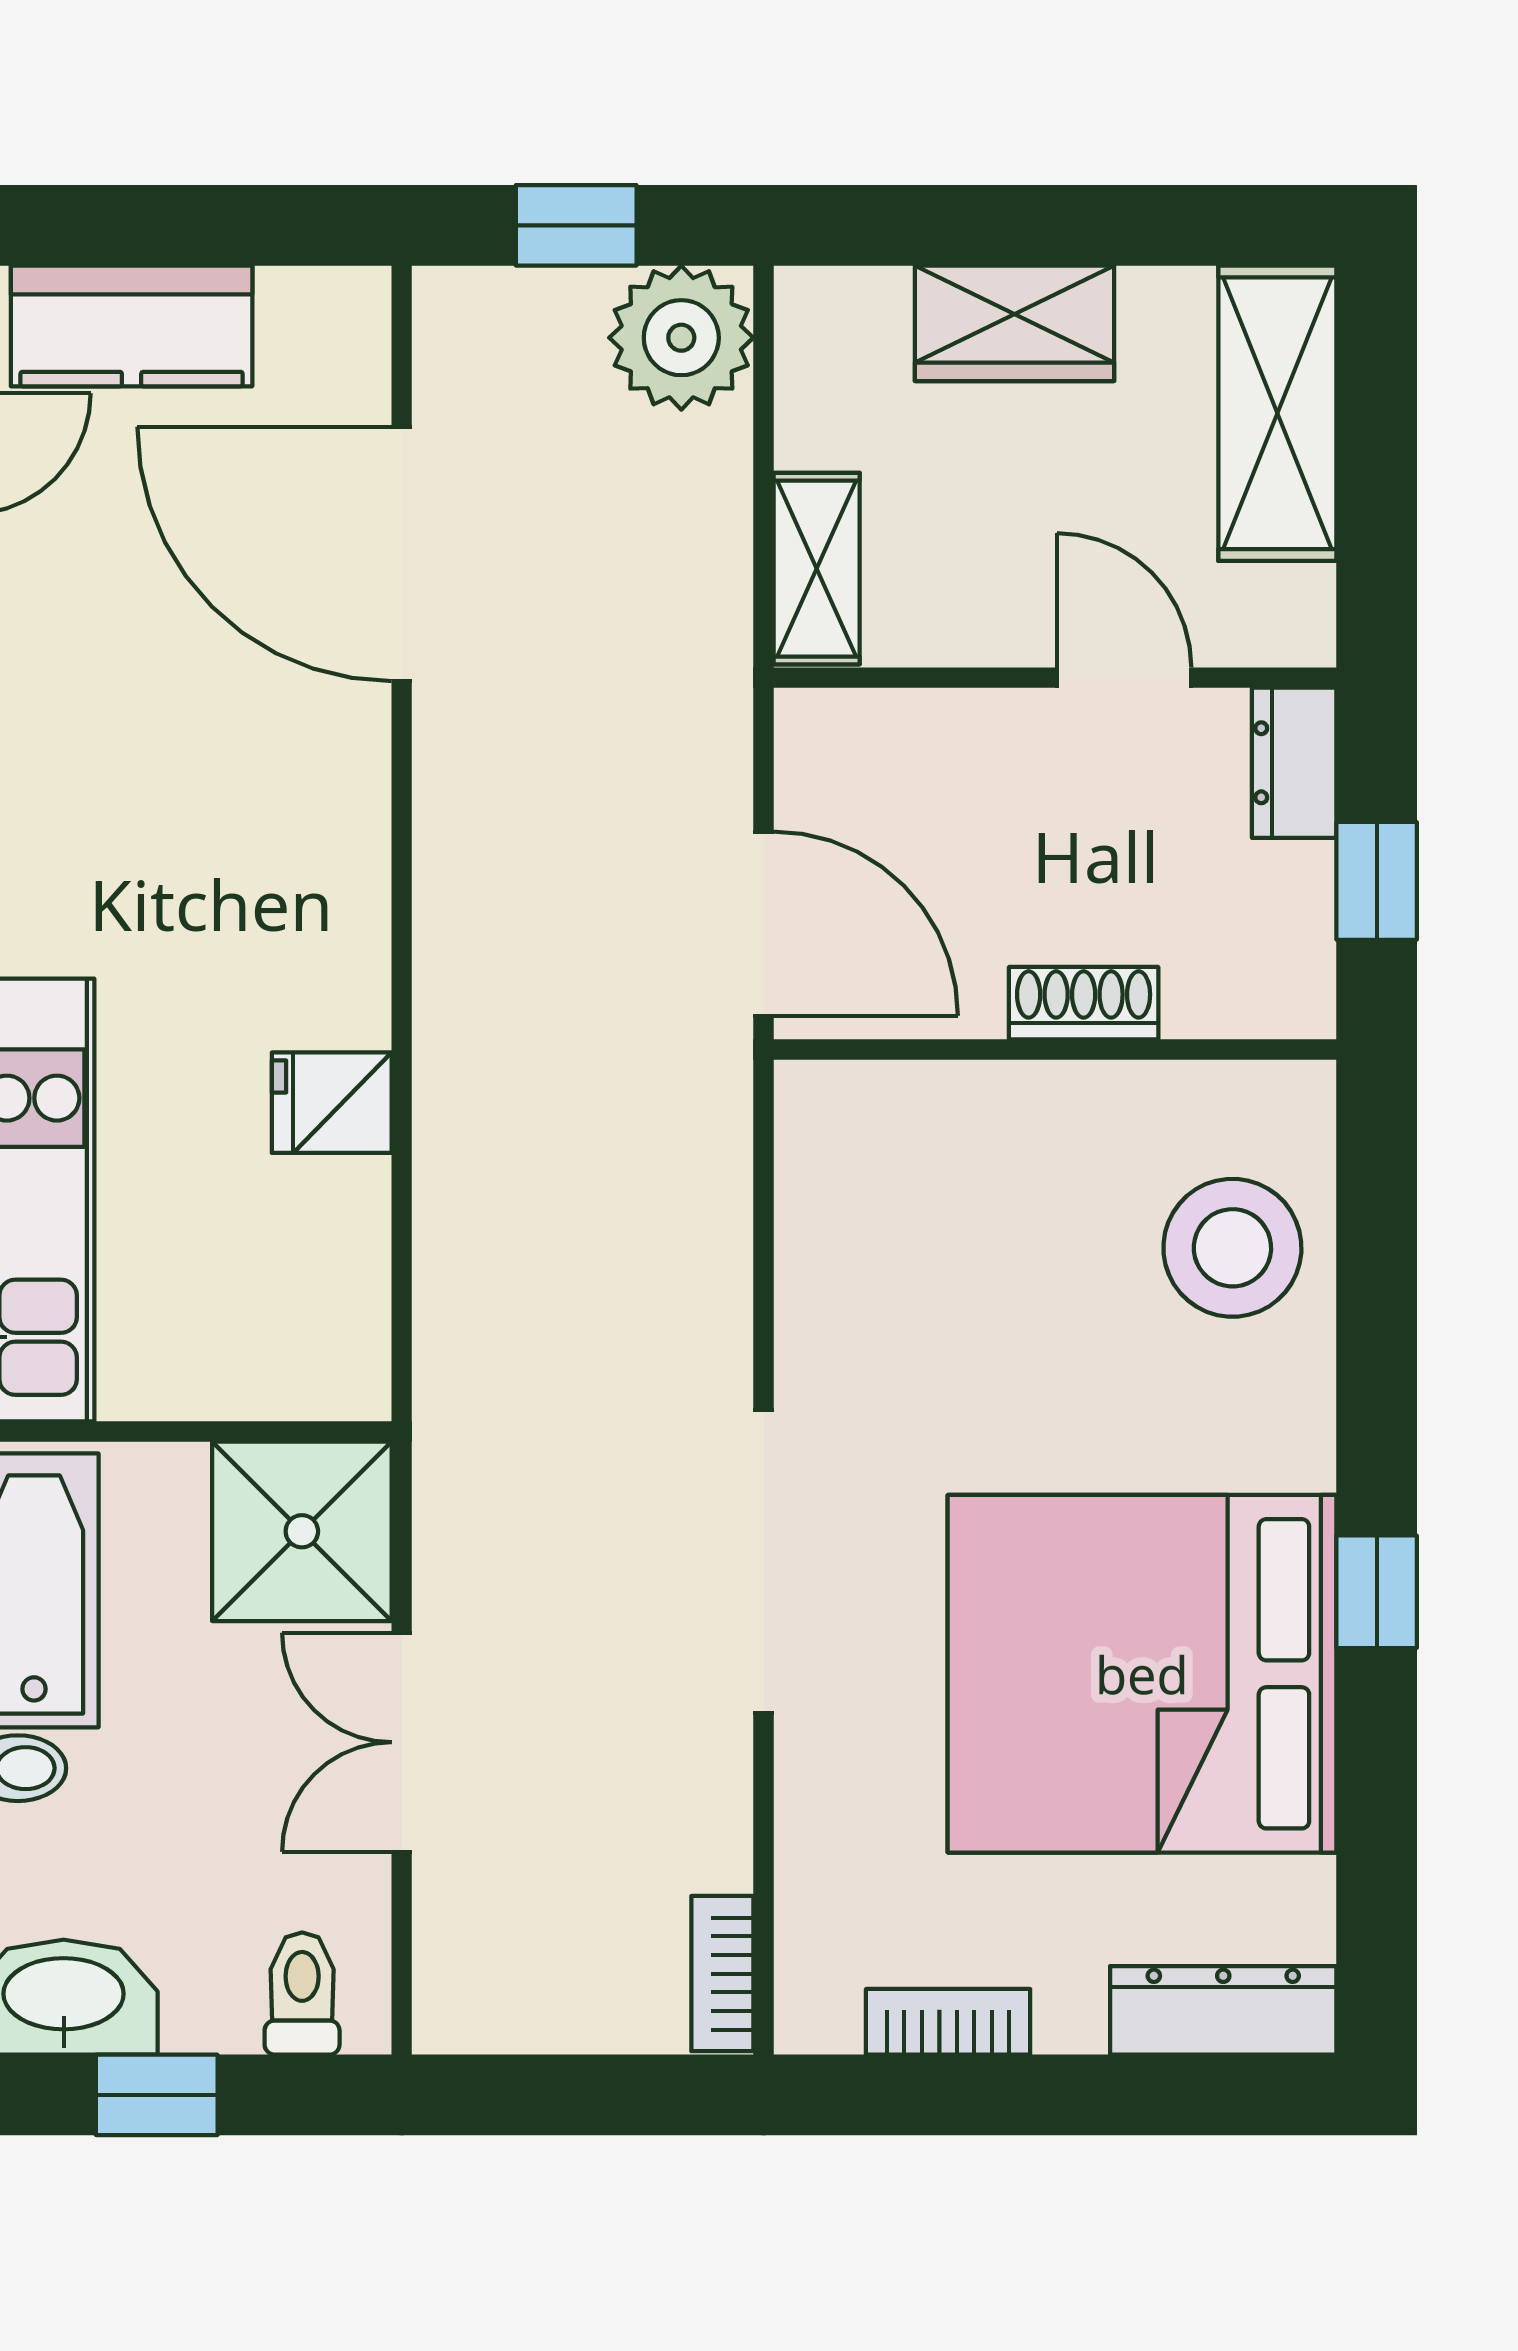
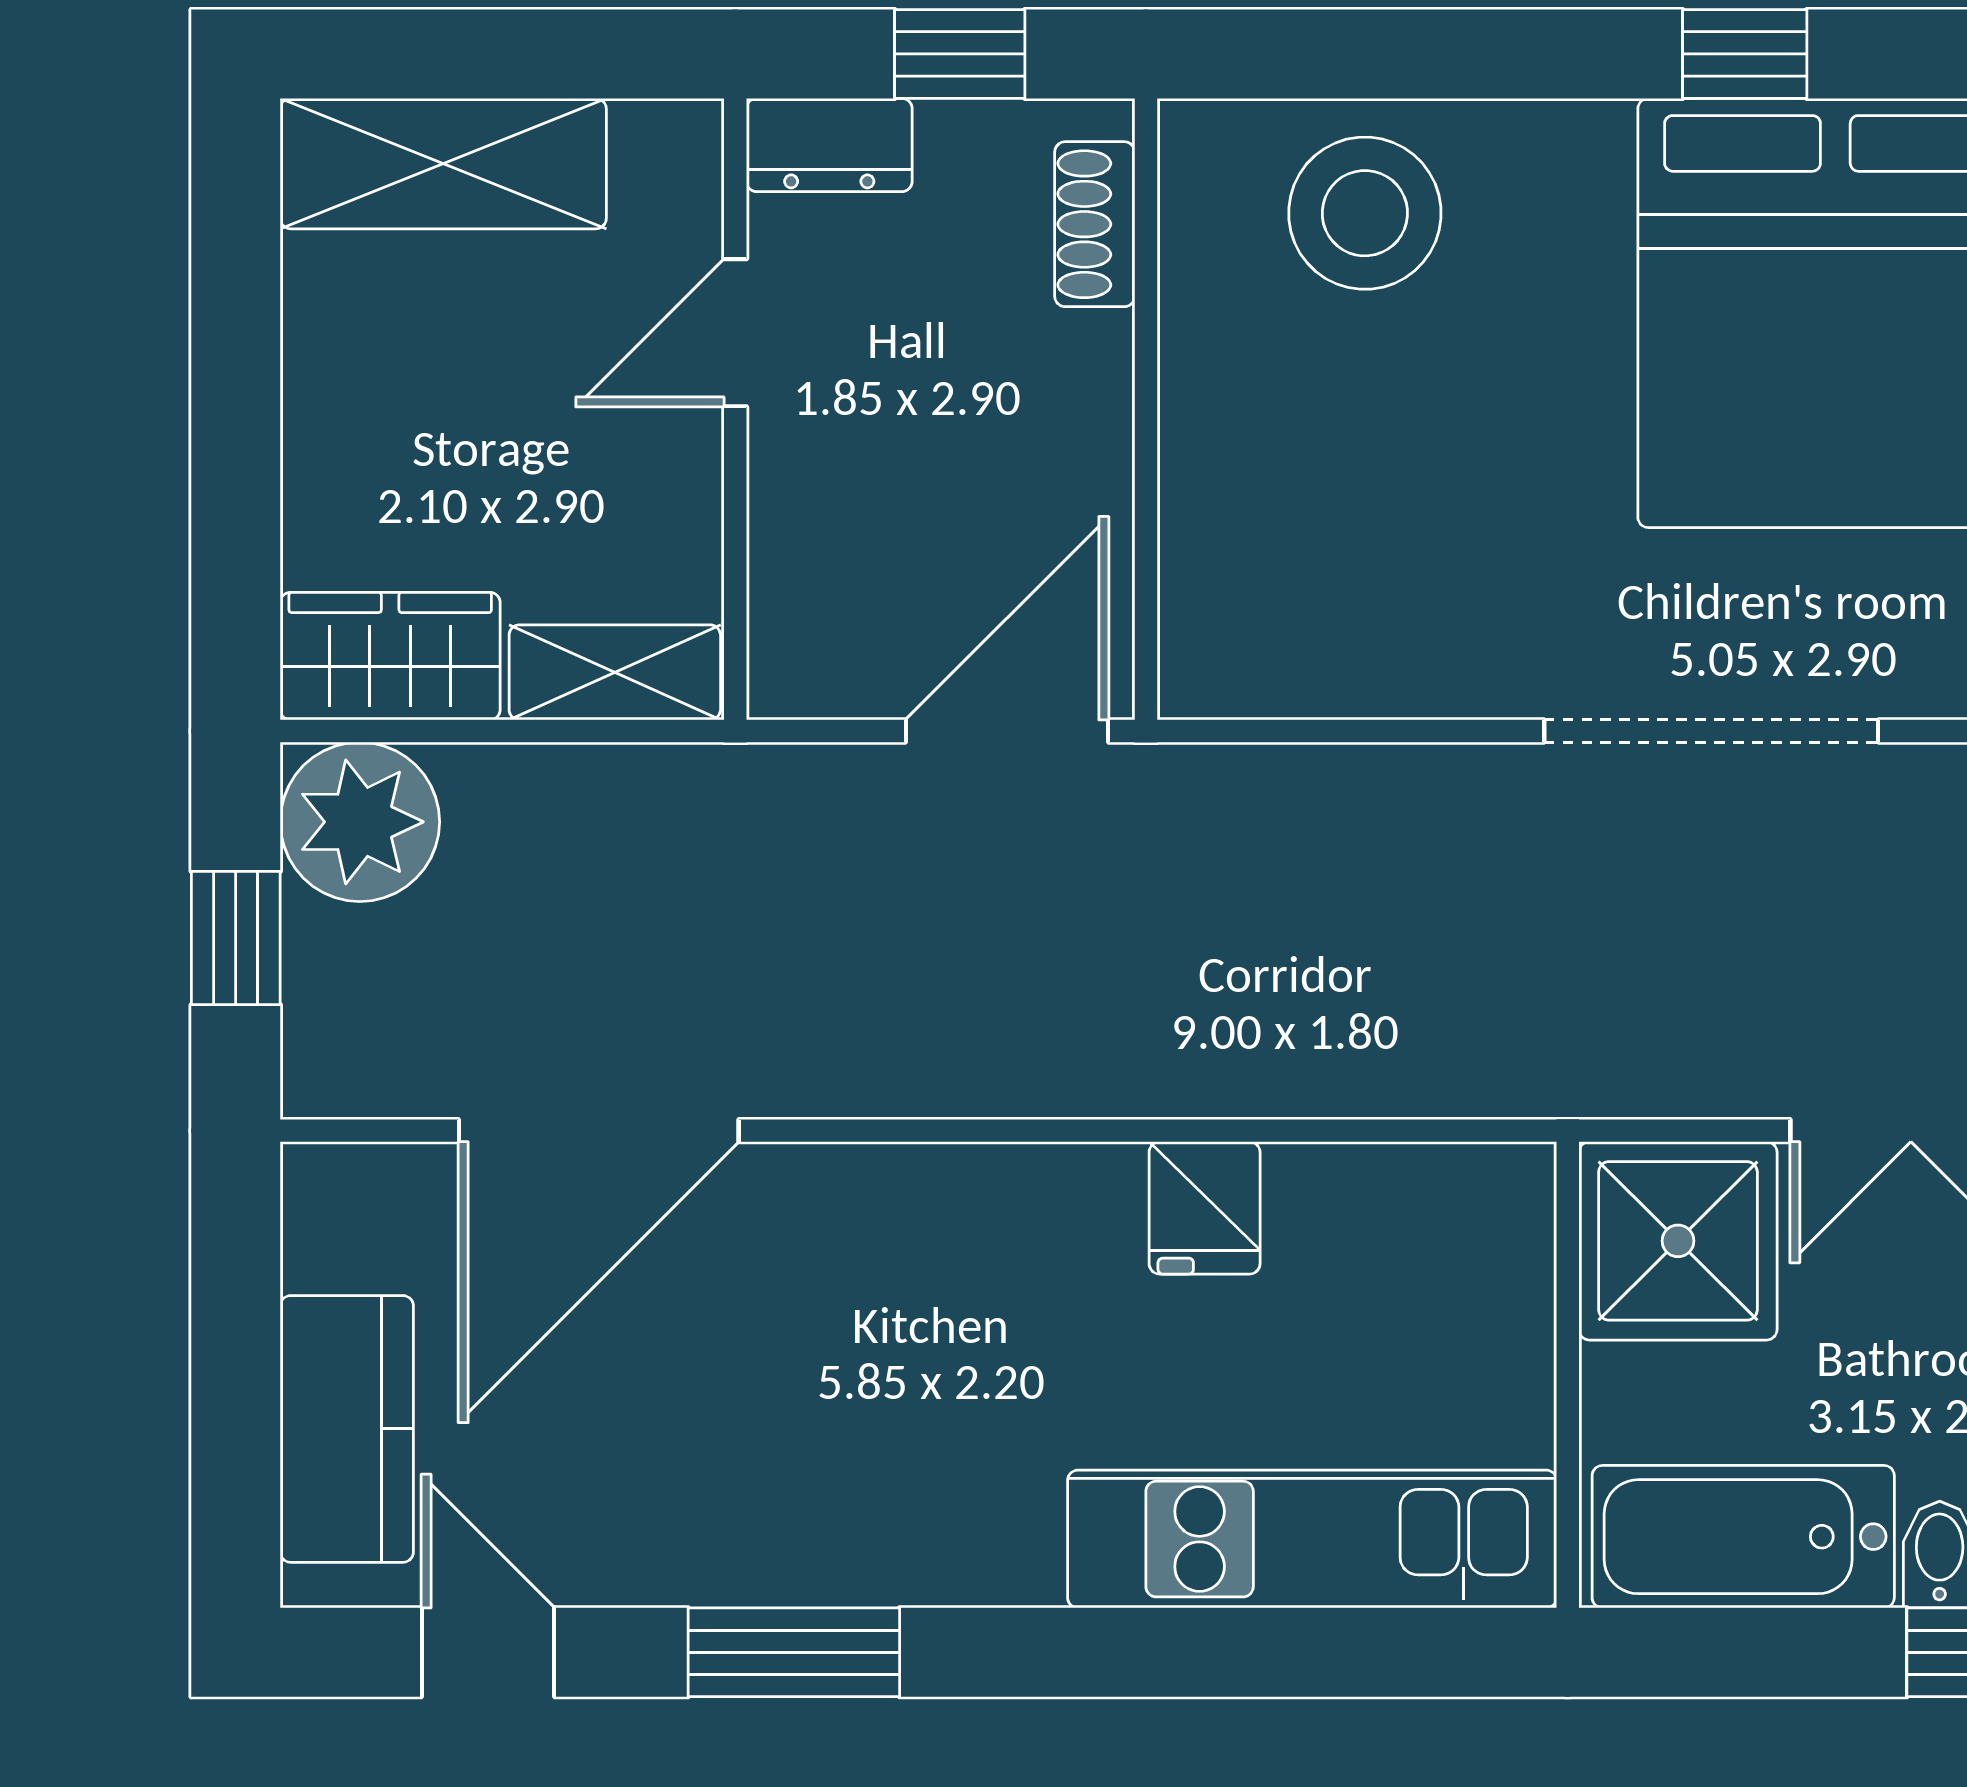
wardrobe: (1014, 323) -> (390, 656), moved, turned -90
shoe rack: (1084, 1003) -> (1095, 224), moved

